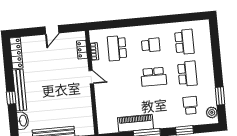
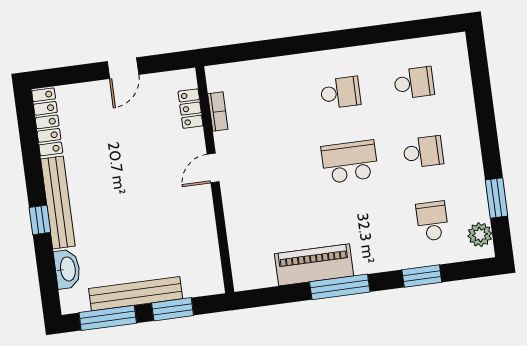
school desk: (184, 42) -> (414, 83), width x0.54
school desk: (117, 48) -> (267, 102), removed
school desk: (187, 74) -> (423, 152), width x0.54
door: (91, 77) -> (213, 168), swing flipped
school desk: (154, 77) -> (350, 162), turned 180

